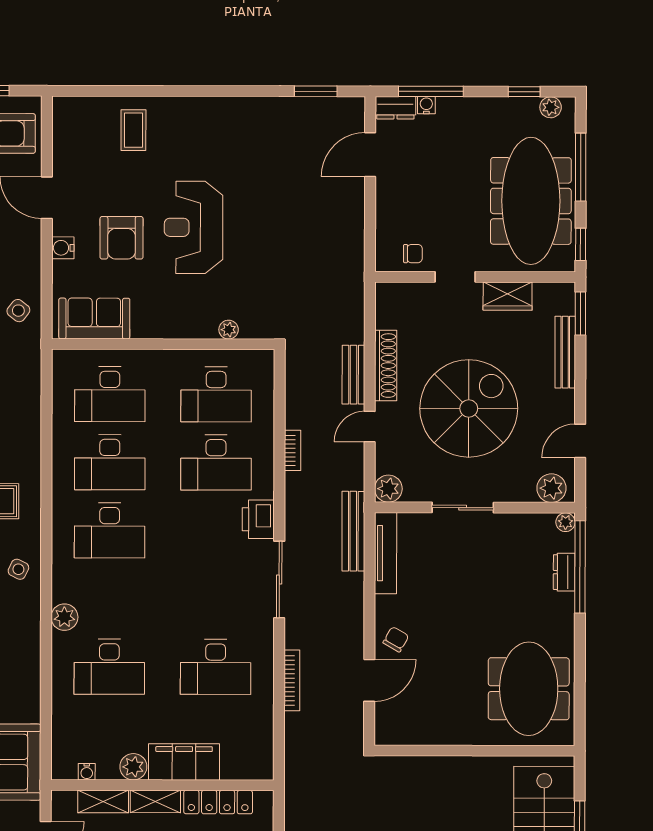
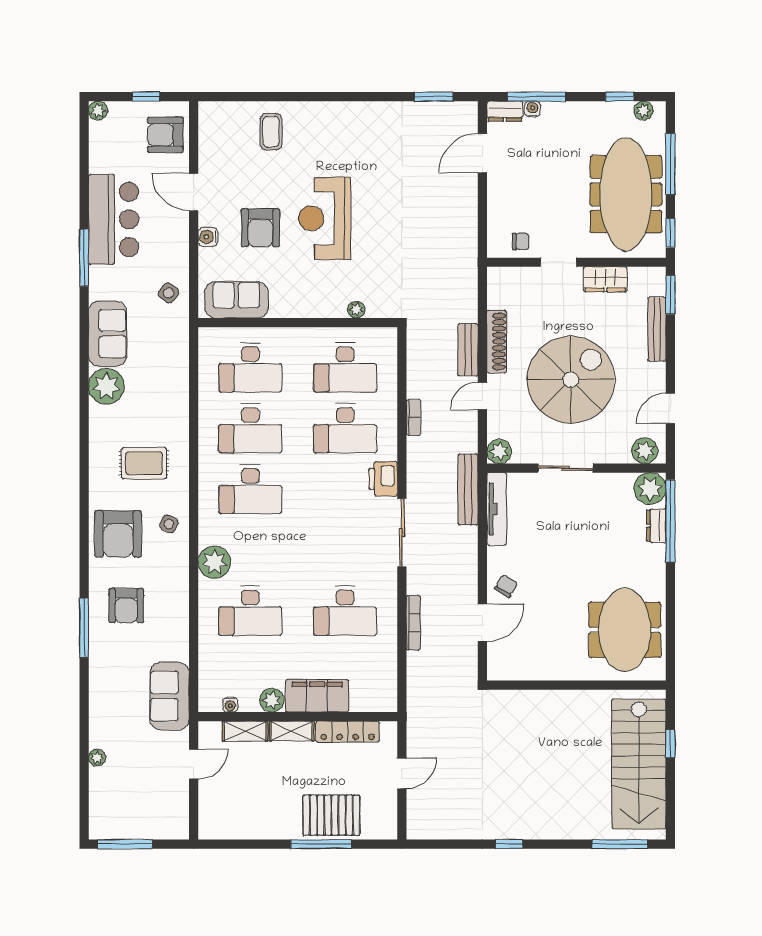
plant: (566, 522) -> (650, 489), width x1.87, depth x1.87
plant: (64, 617) -> (214, 562), width x1.36, depth x1.36

